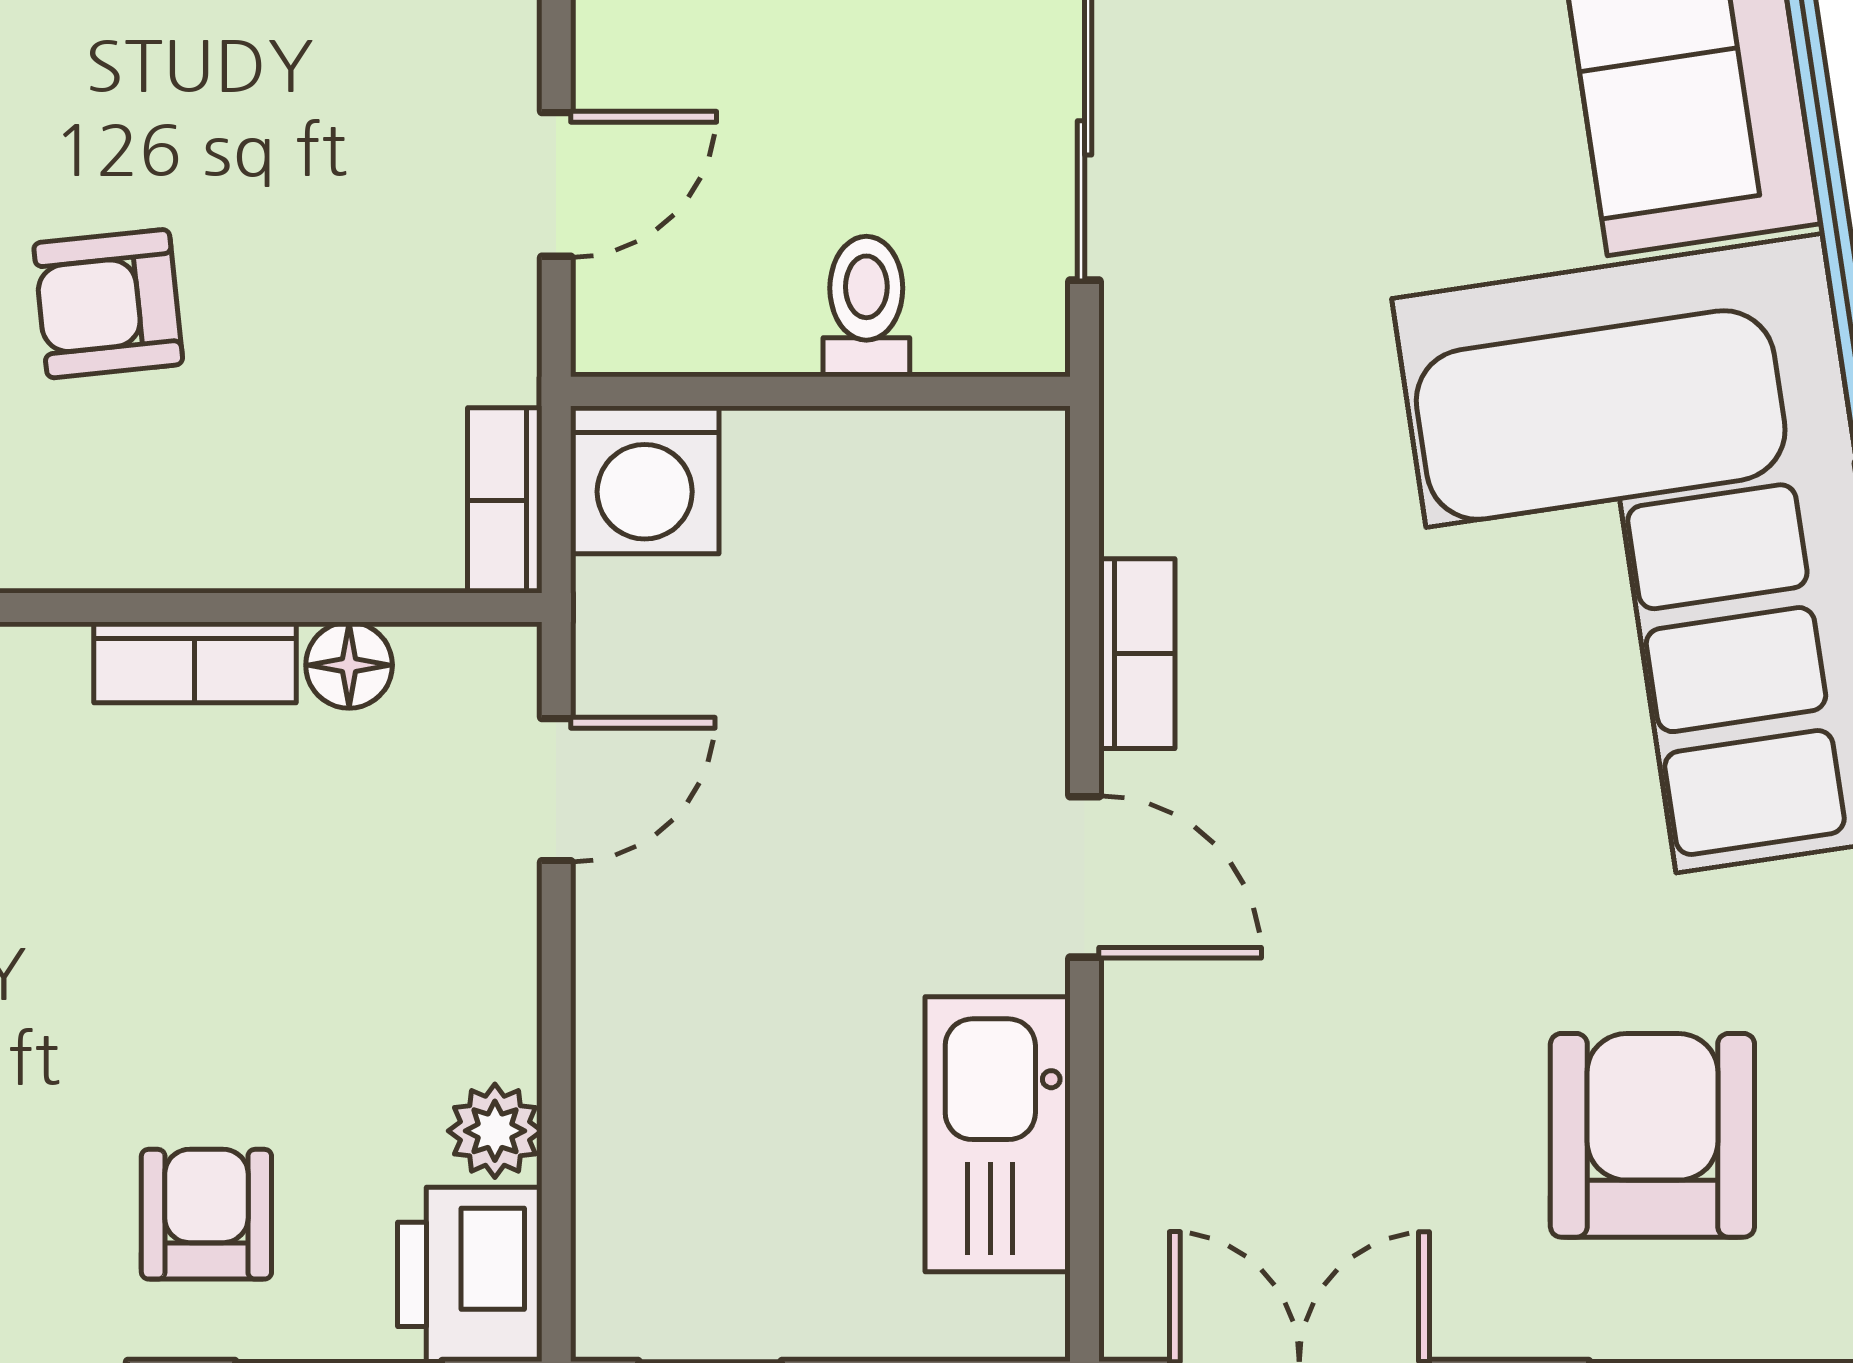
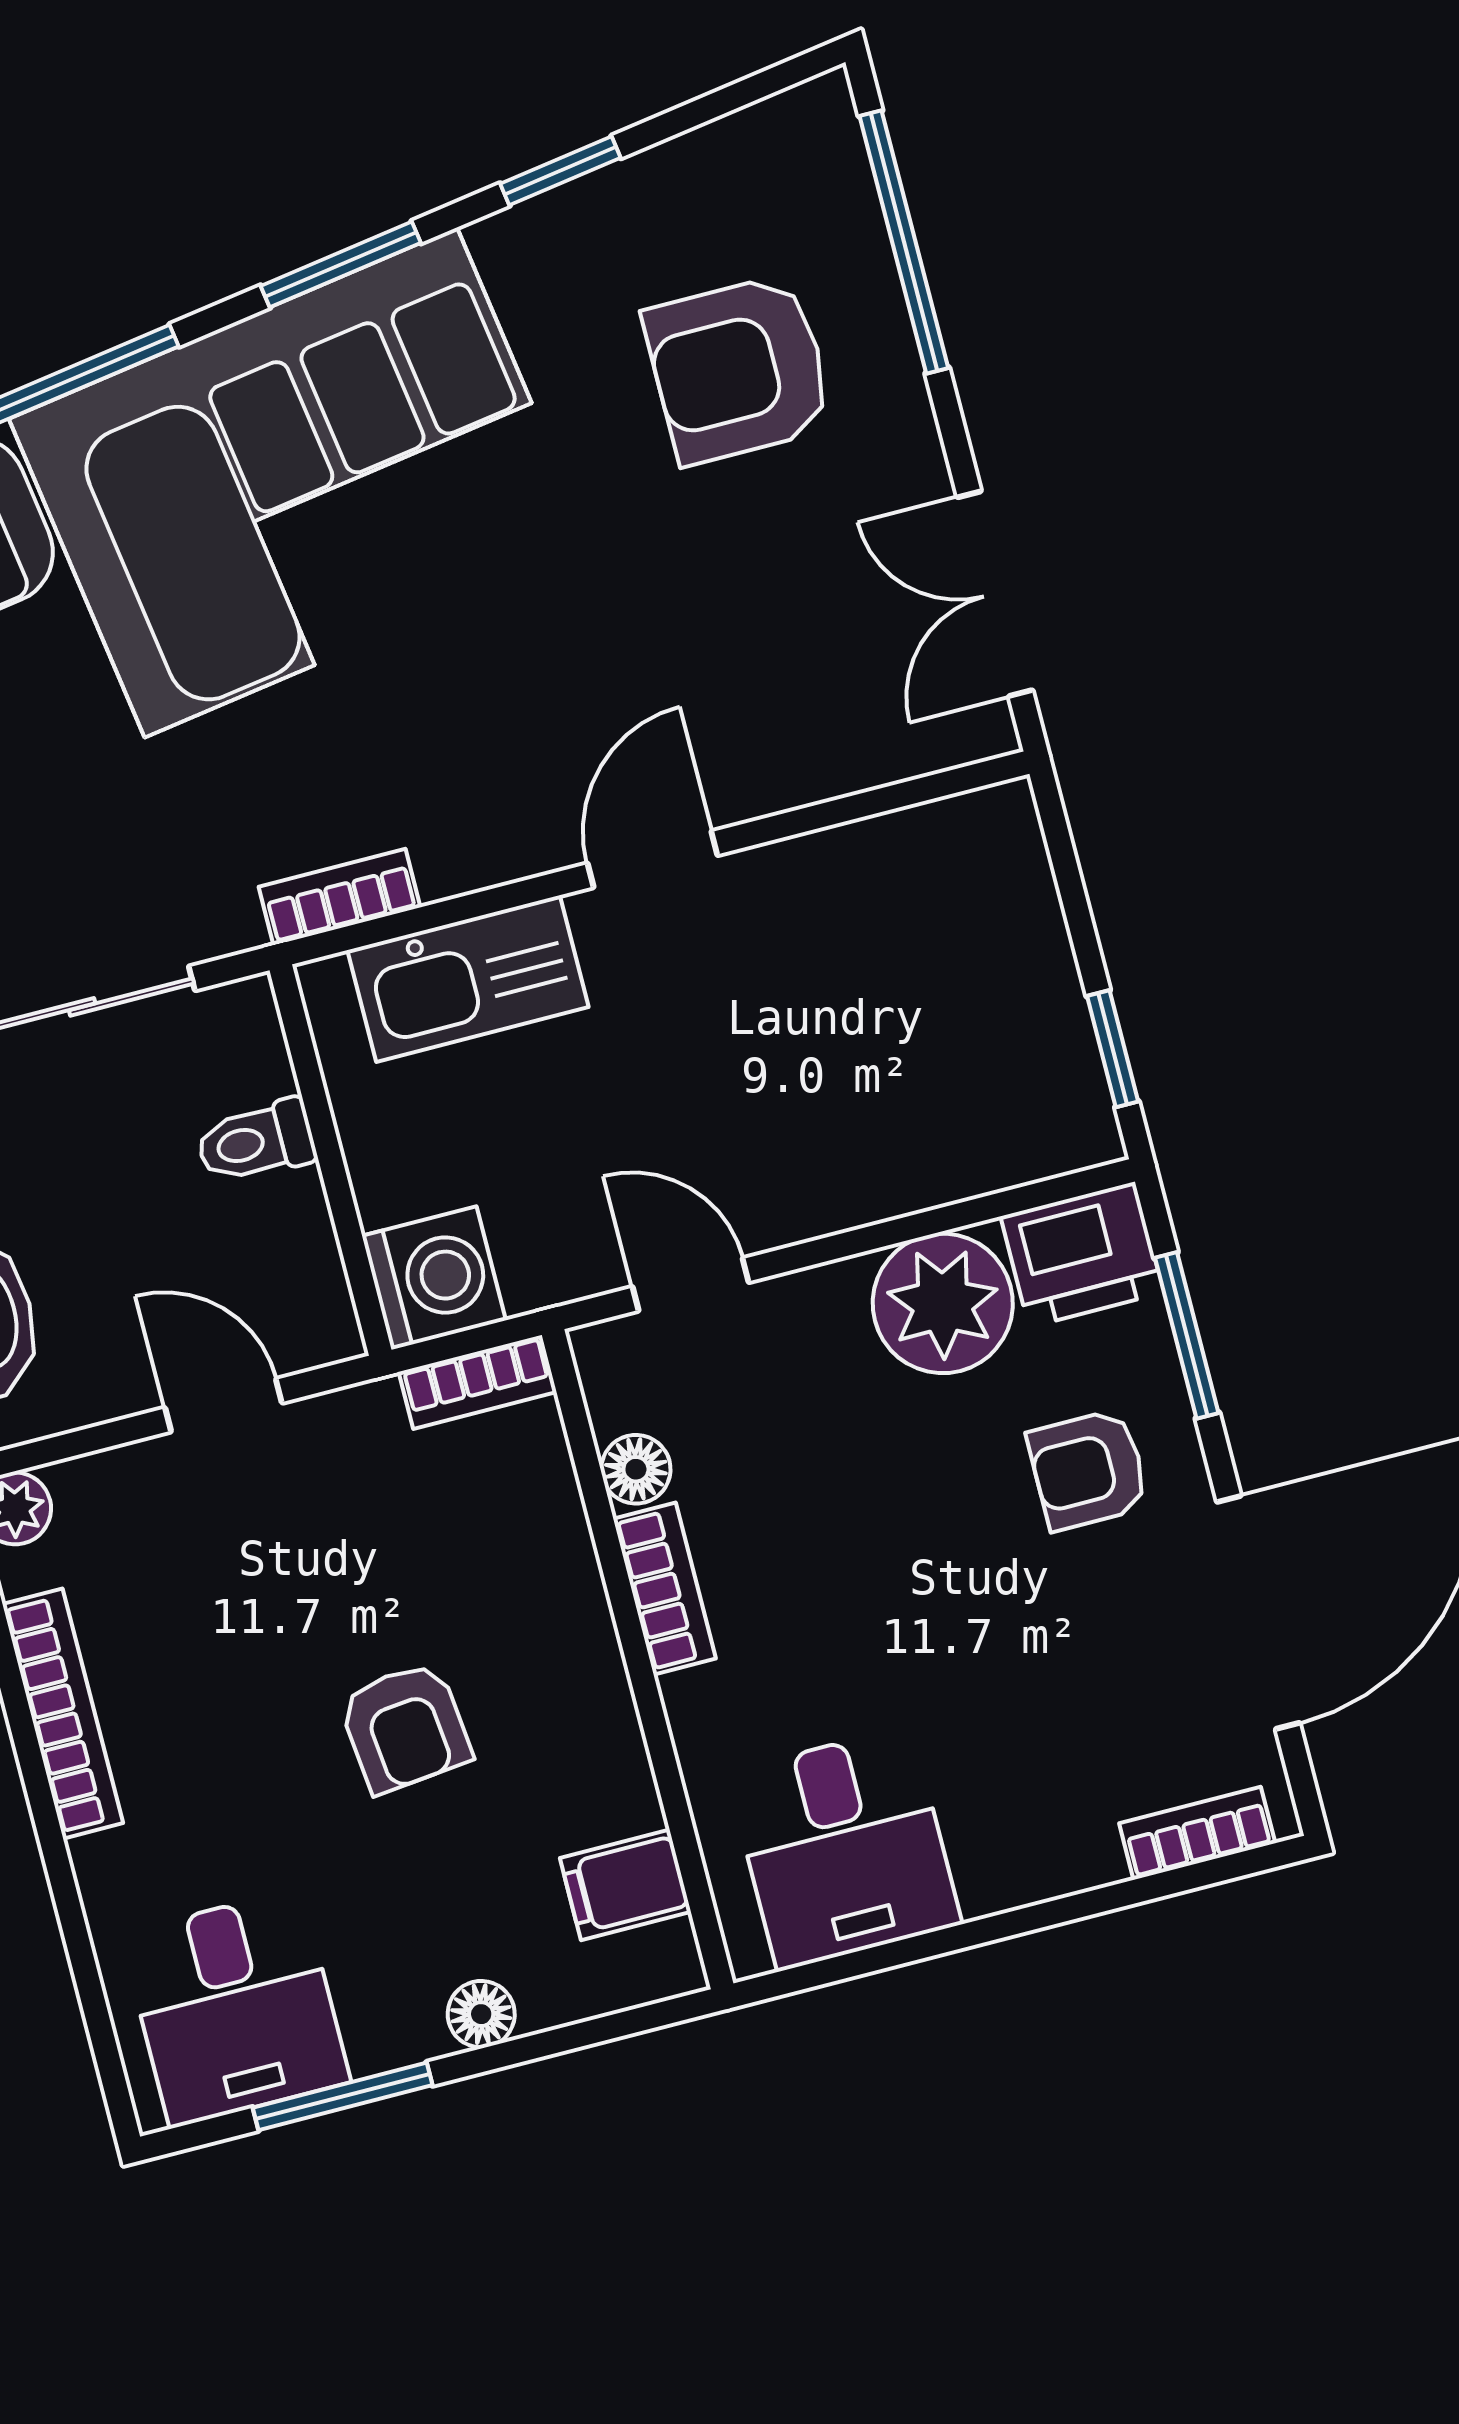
bookcase: (1137, 654) -> (340, 897), moved
plant: (495, 1131) -> (943, 1303), width x1.87, depth x1.87
kitchen sink: (998, 1134) -> (468, 979), moved

